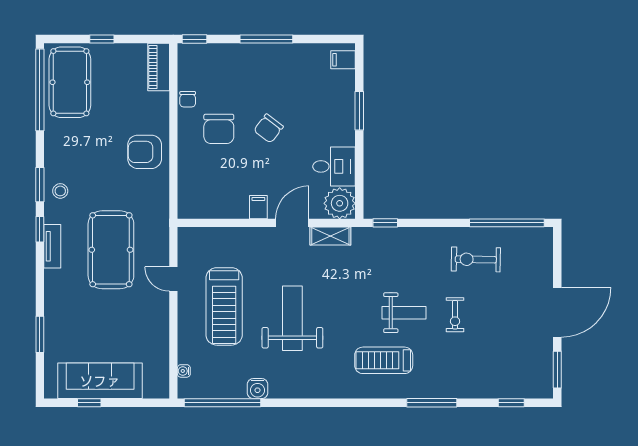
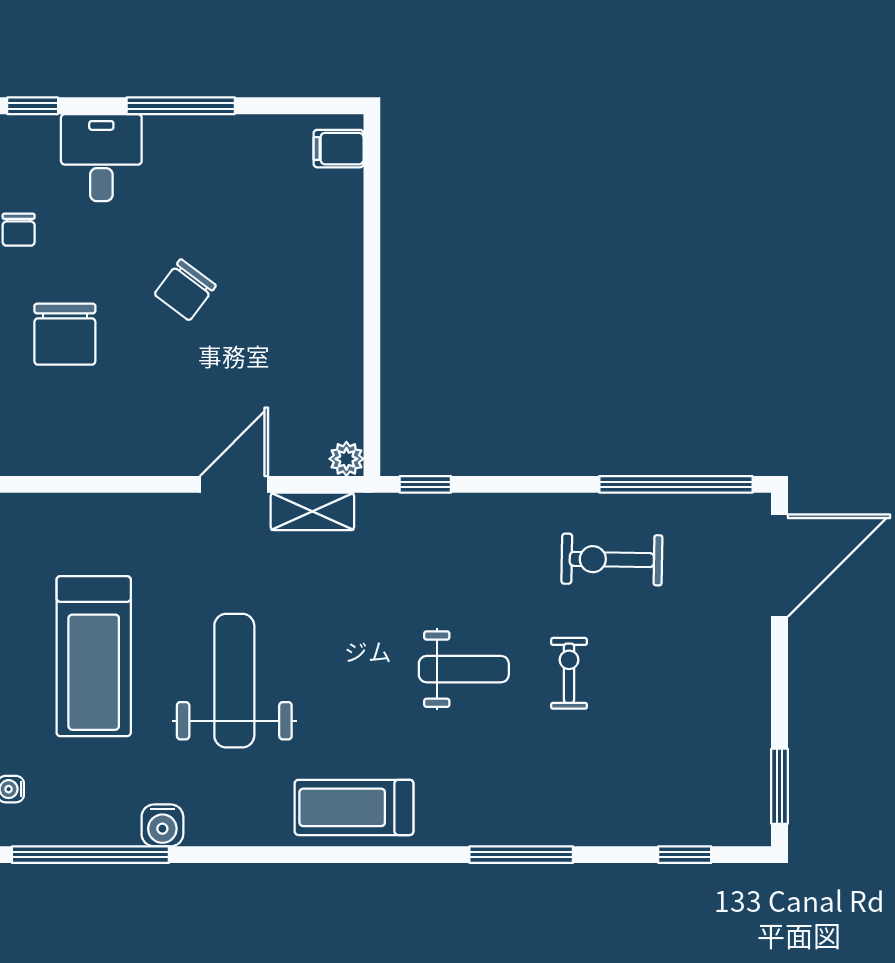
window: (359, 111) -> (372, 253), removed
chair: (219, 129) -> (65, 334), moved
desk: (334, 166) -> (101, 158), moved, turned -90
plant: (340, 203) -> (346, 459), width x0.53, depth x0.53
filing cabinet: (258, 207) -> (164, 452), removed
door: (557, 312) -> (780, 566), moved
exercise bike: (455, 315) -> (569, 673), turned 180
treadmill: (384, 360) -> (354, 807), moved

